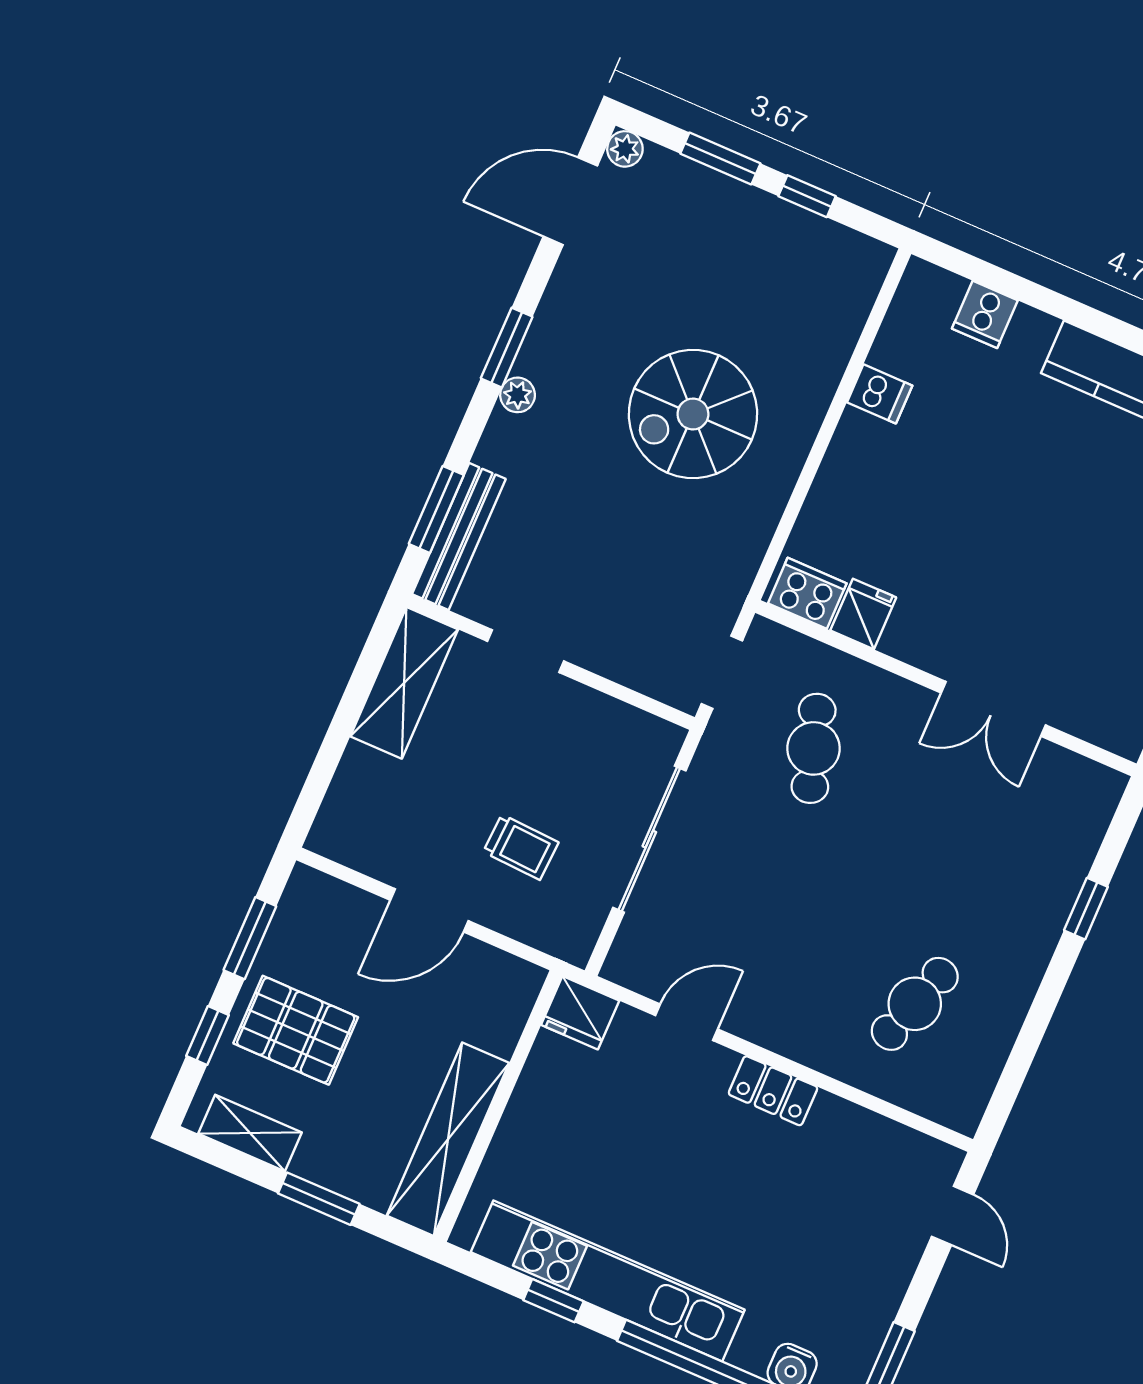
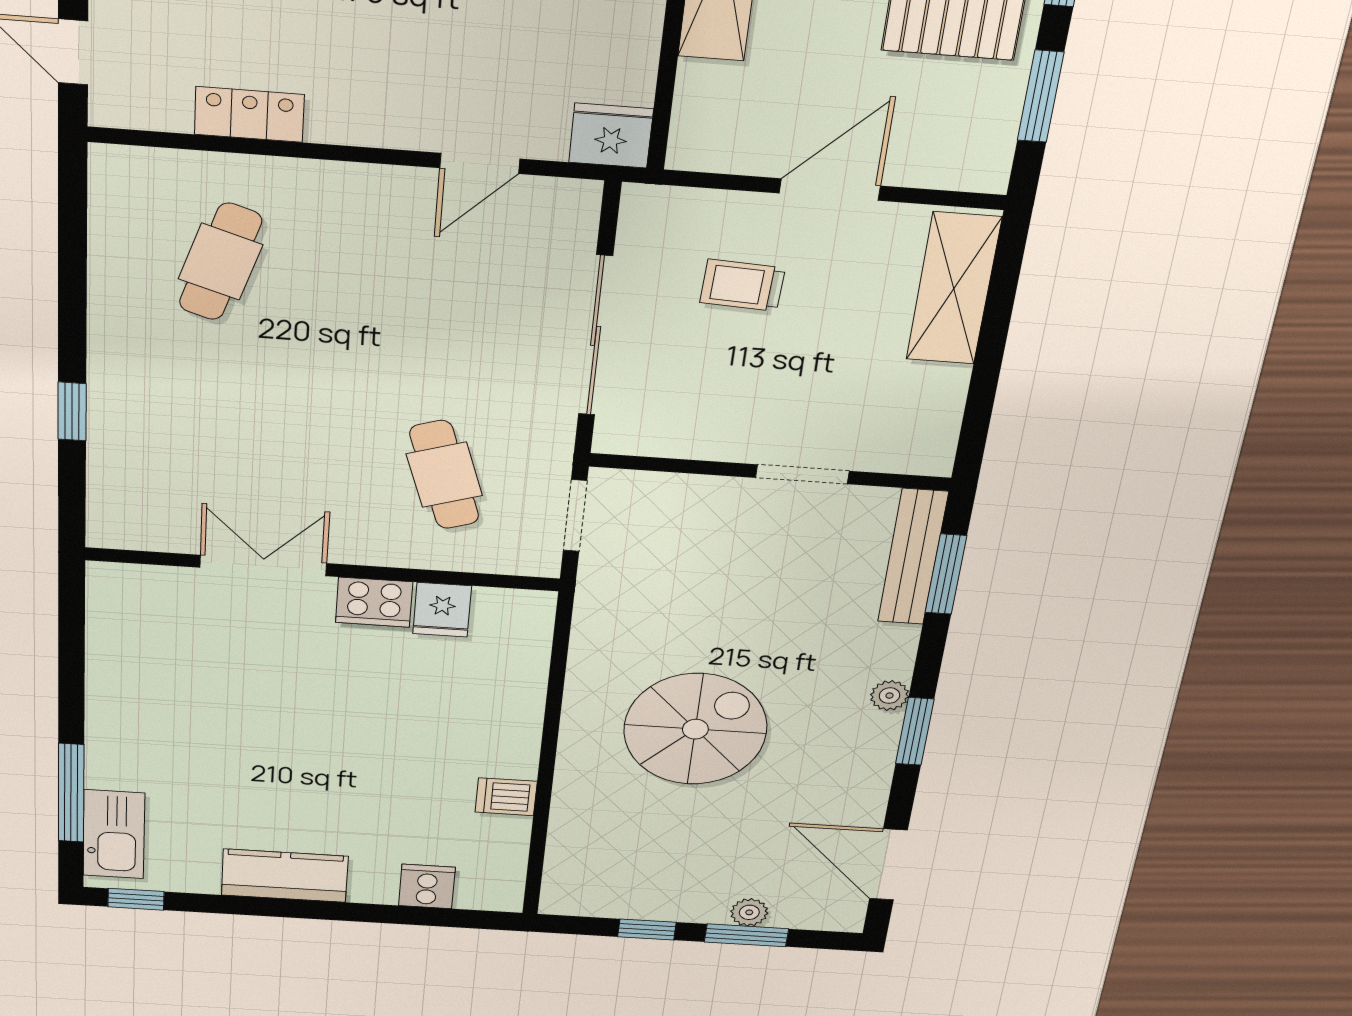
plant: (625, 149) -> (749, 912), moved
door: (570, 201) -> (888, 865), swing flipped
cooker: (807, 593) -> (374, 602), moved
shelving: (404, 683) -> (954, 289), moved
locker: (773, 1091) -> (249, 114), moved

